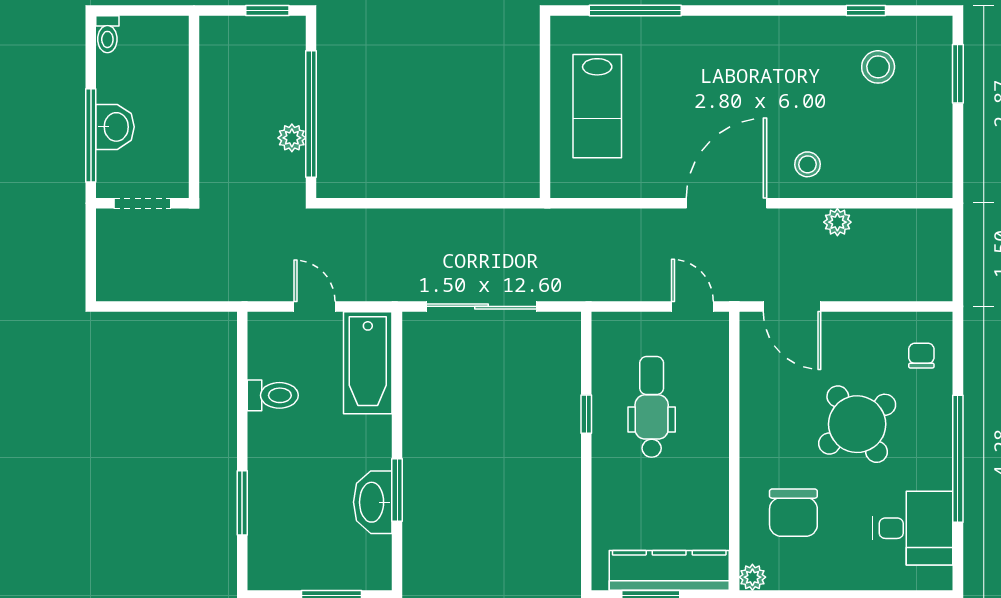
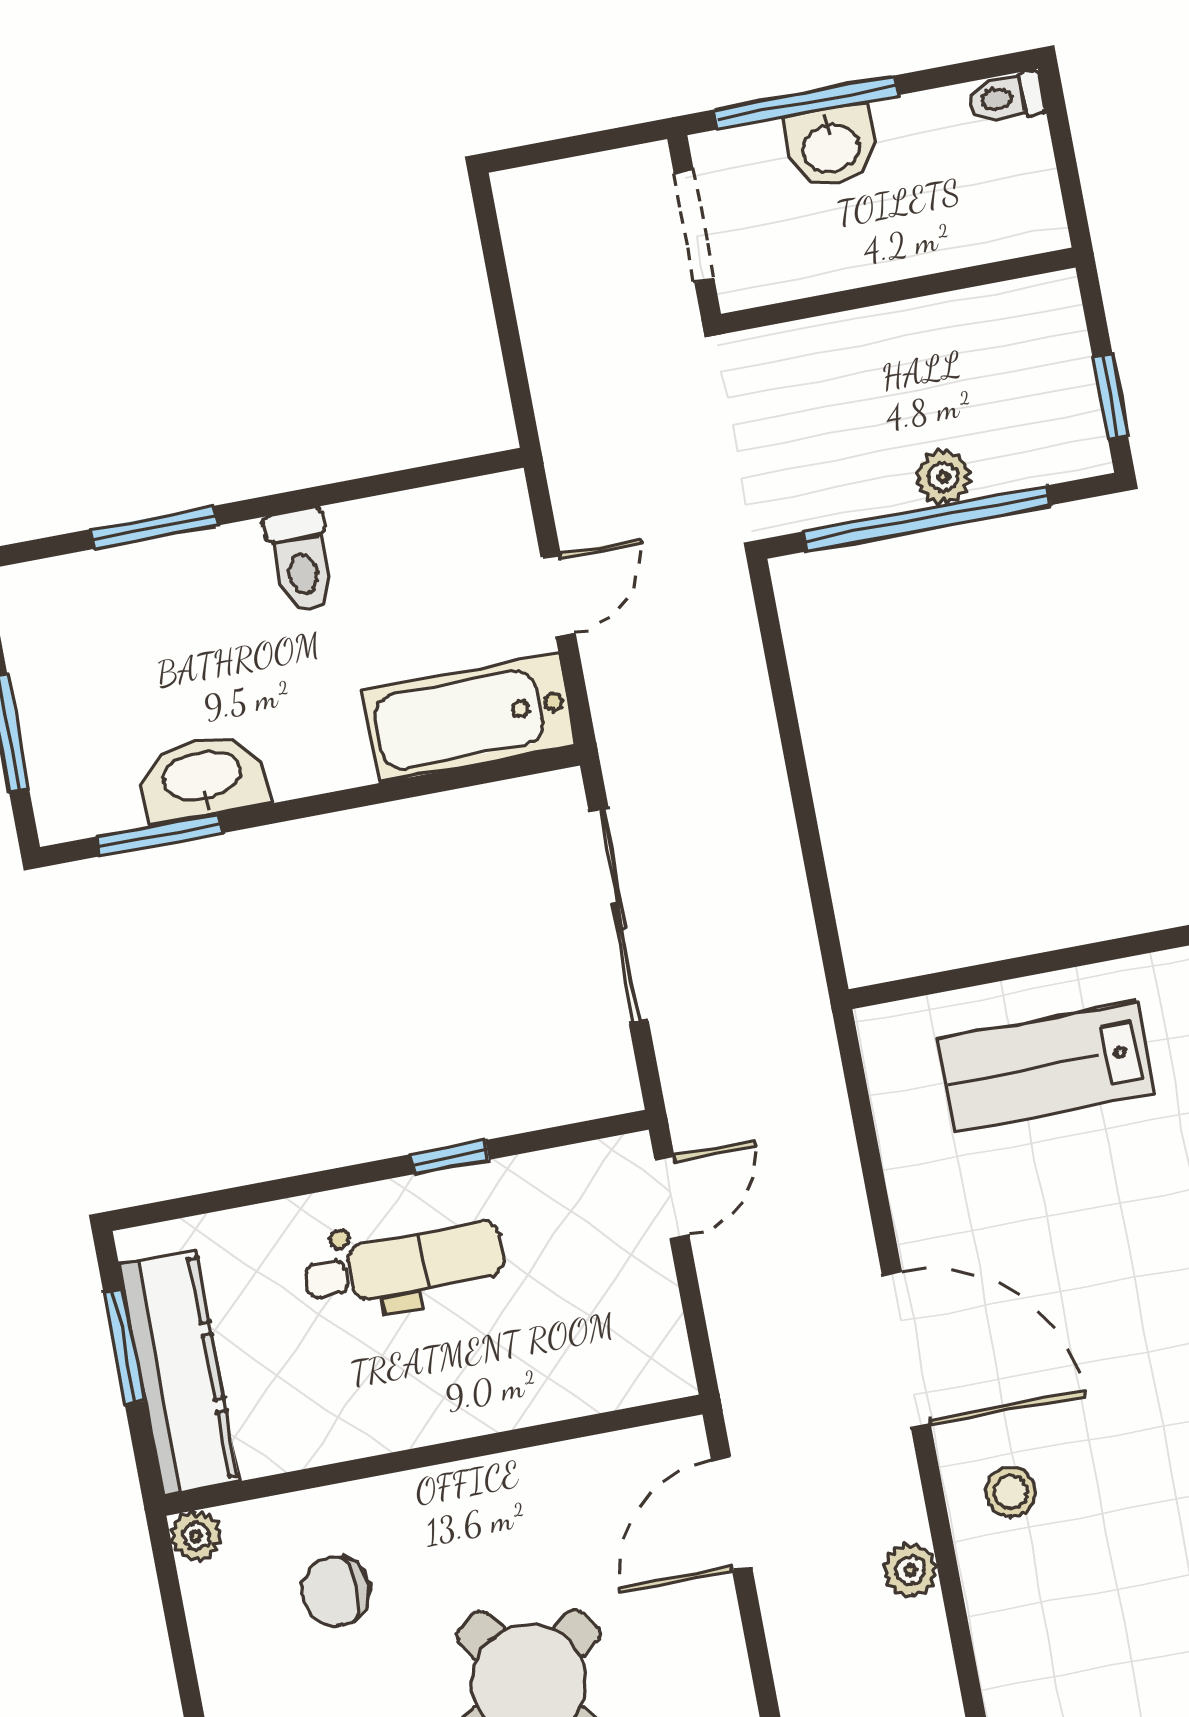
plant: (292, 138) -> (943, 477), moved
door: (692, 306) -> (672, 1197), moved
toilet: (273, 395) -> (301, 560), moved
dental chair: (652, 407) -> (404, 1264), moved
window: (397, 490) -> (159, 835), moved
chair: (793, 513) -> (335, 1591), width x0.73, depth x0.73

